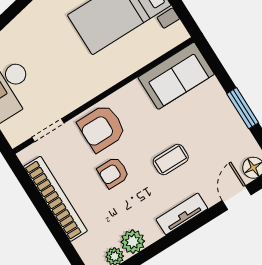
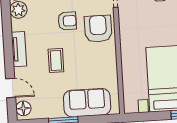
sofa: (176, 76) -> (87, 103), moved, turned 90
armchair: (113, 172) -> (67, 21), turned 90

